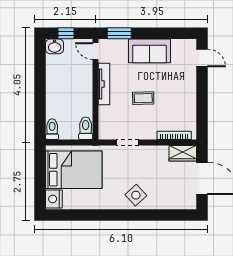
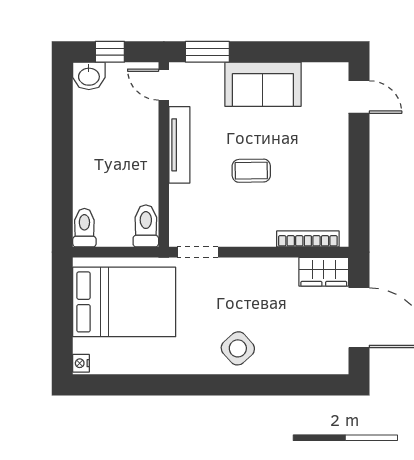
doorway: (127, 143) -> (198, 252), moved
nightstand: (54, 199) -> (81, 363), width x0.53, depth x0.56

